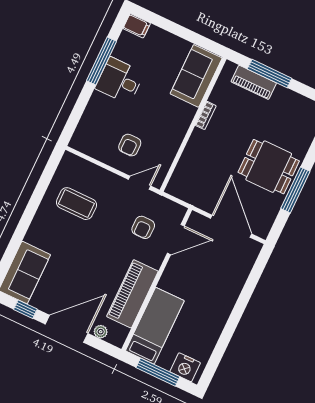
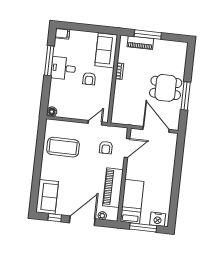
floor lamp: (78, 142) -> (52, 112), added
armchair: (130, 145) -> (89, 79), moved
coffee table: (76, 204) -> (63, 147), width x1.36, depth x1.32

